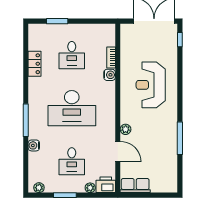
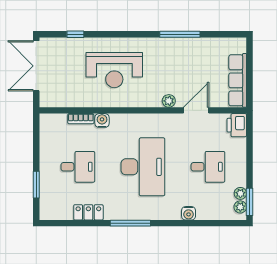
window: (180, 40) -> (75, 34), moved
window: (26, 120) -> (130, 223), moved
row of seats: (135, 186) -> (238, 80), width x1.48
plant: (90, 188) -> (240, 193), moved
window: (65, 195) -> (250, 202), moved

